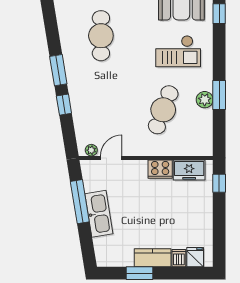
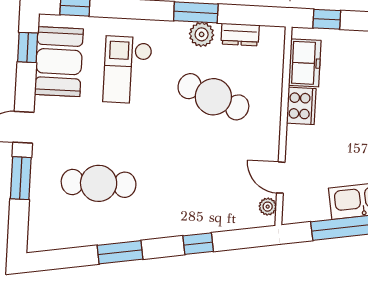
checkout: (178, 51) -> (128, 70), turned 180
window: (58, 70) -> (120, 252), moved
dresser: (206, 126) -> (240, 35), added

